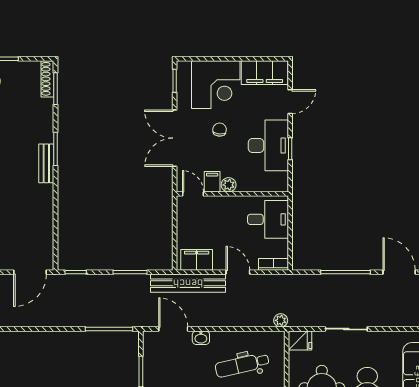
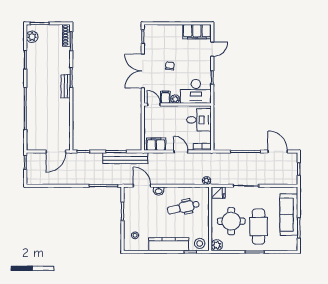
corner desk: (216, 85) -> (168, 39), removed
desk: (268, 145) -> (196, 91), moved, turned 90
bench: (188, 283) -> (125, 158), moved

